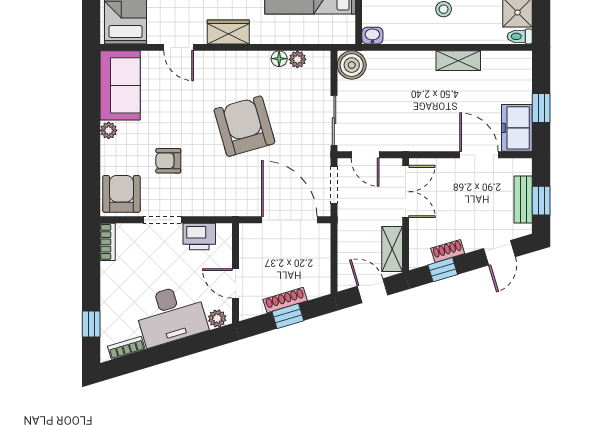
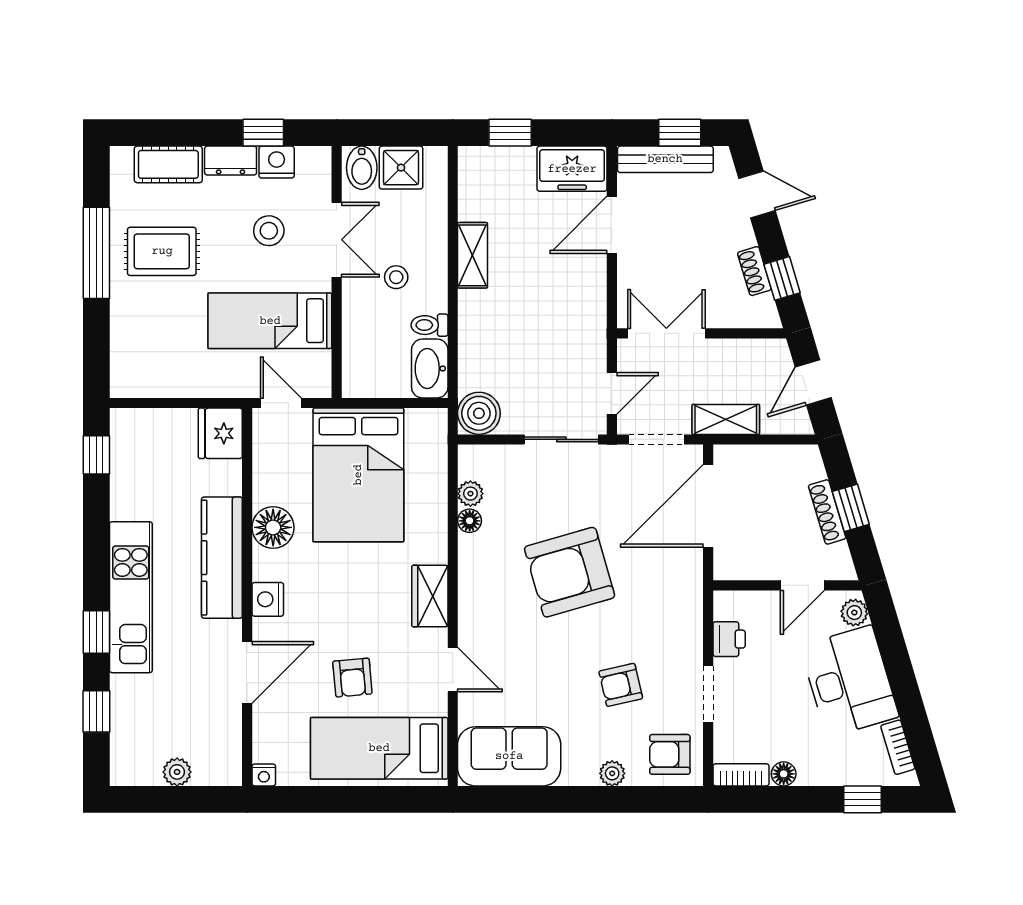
washbasin: (372, 36) -> (430, 368), width x1.91, depth x1.45
toilet: (520, 36) -> (429, 325), moved, turned 90
door: (179, 47) -> (453, 670), hinge flipped
window: (541, 108) -> (510, 133), moved
plant: (109, 130) -> (612, 773), moved
armchair: (168, 161) -> (621, 685), turned 77
armchair: (121, 194) -> (670, 754), width x0.72, depth x0.72
bench: (523, 200) -> (665, 159), width x1.36
printer: (199, 236) -> (729, 639), width x0.73, depth x0.81
shelving: (392, 249) -> (726, 419), moved
floor lamp: (108, 271) -> (784, 774), added

